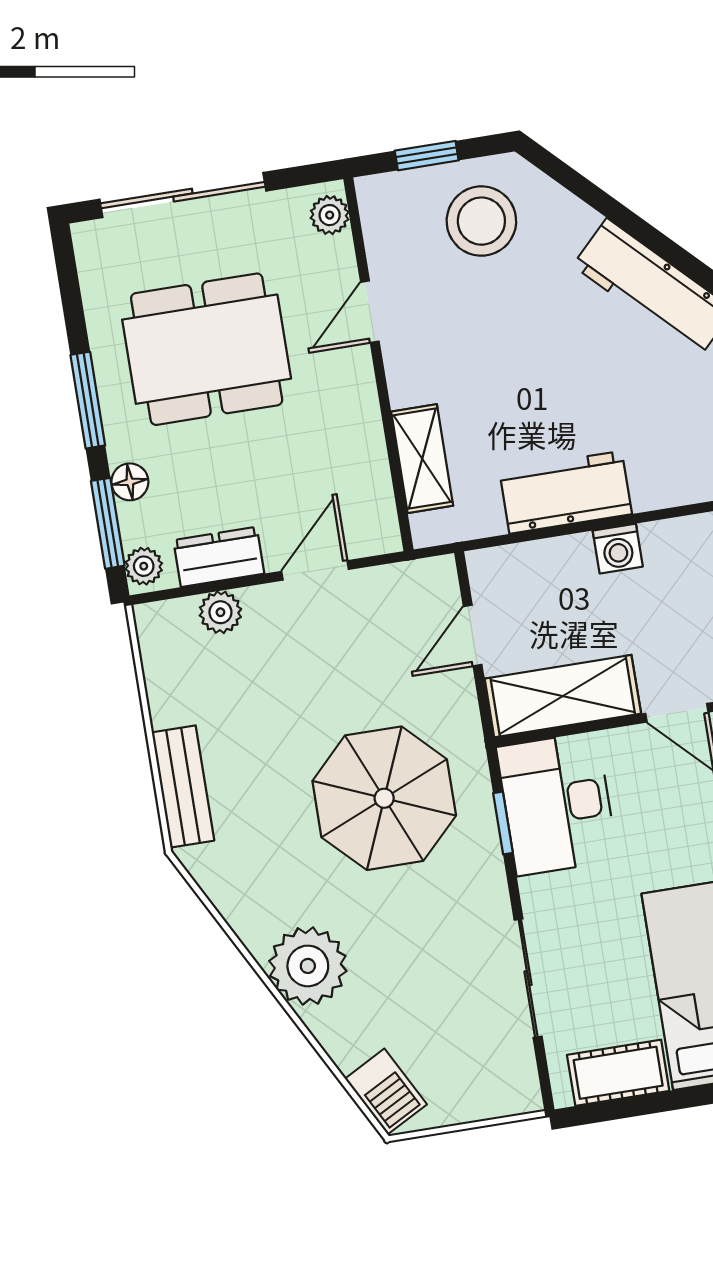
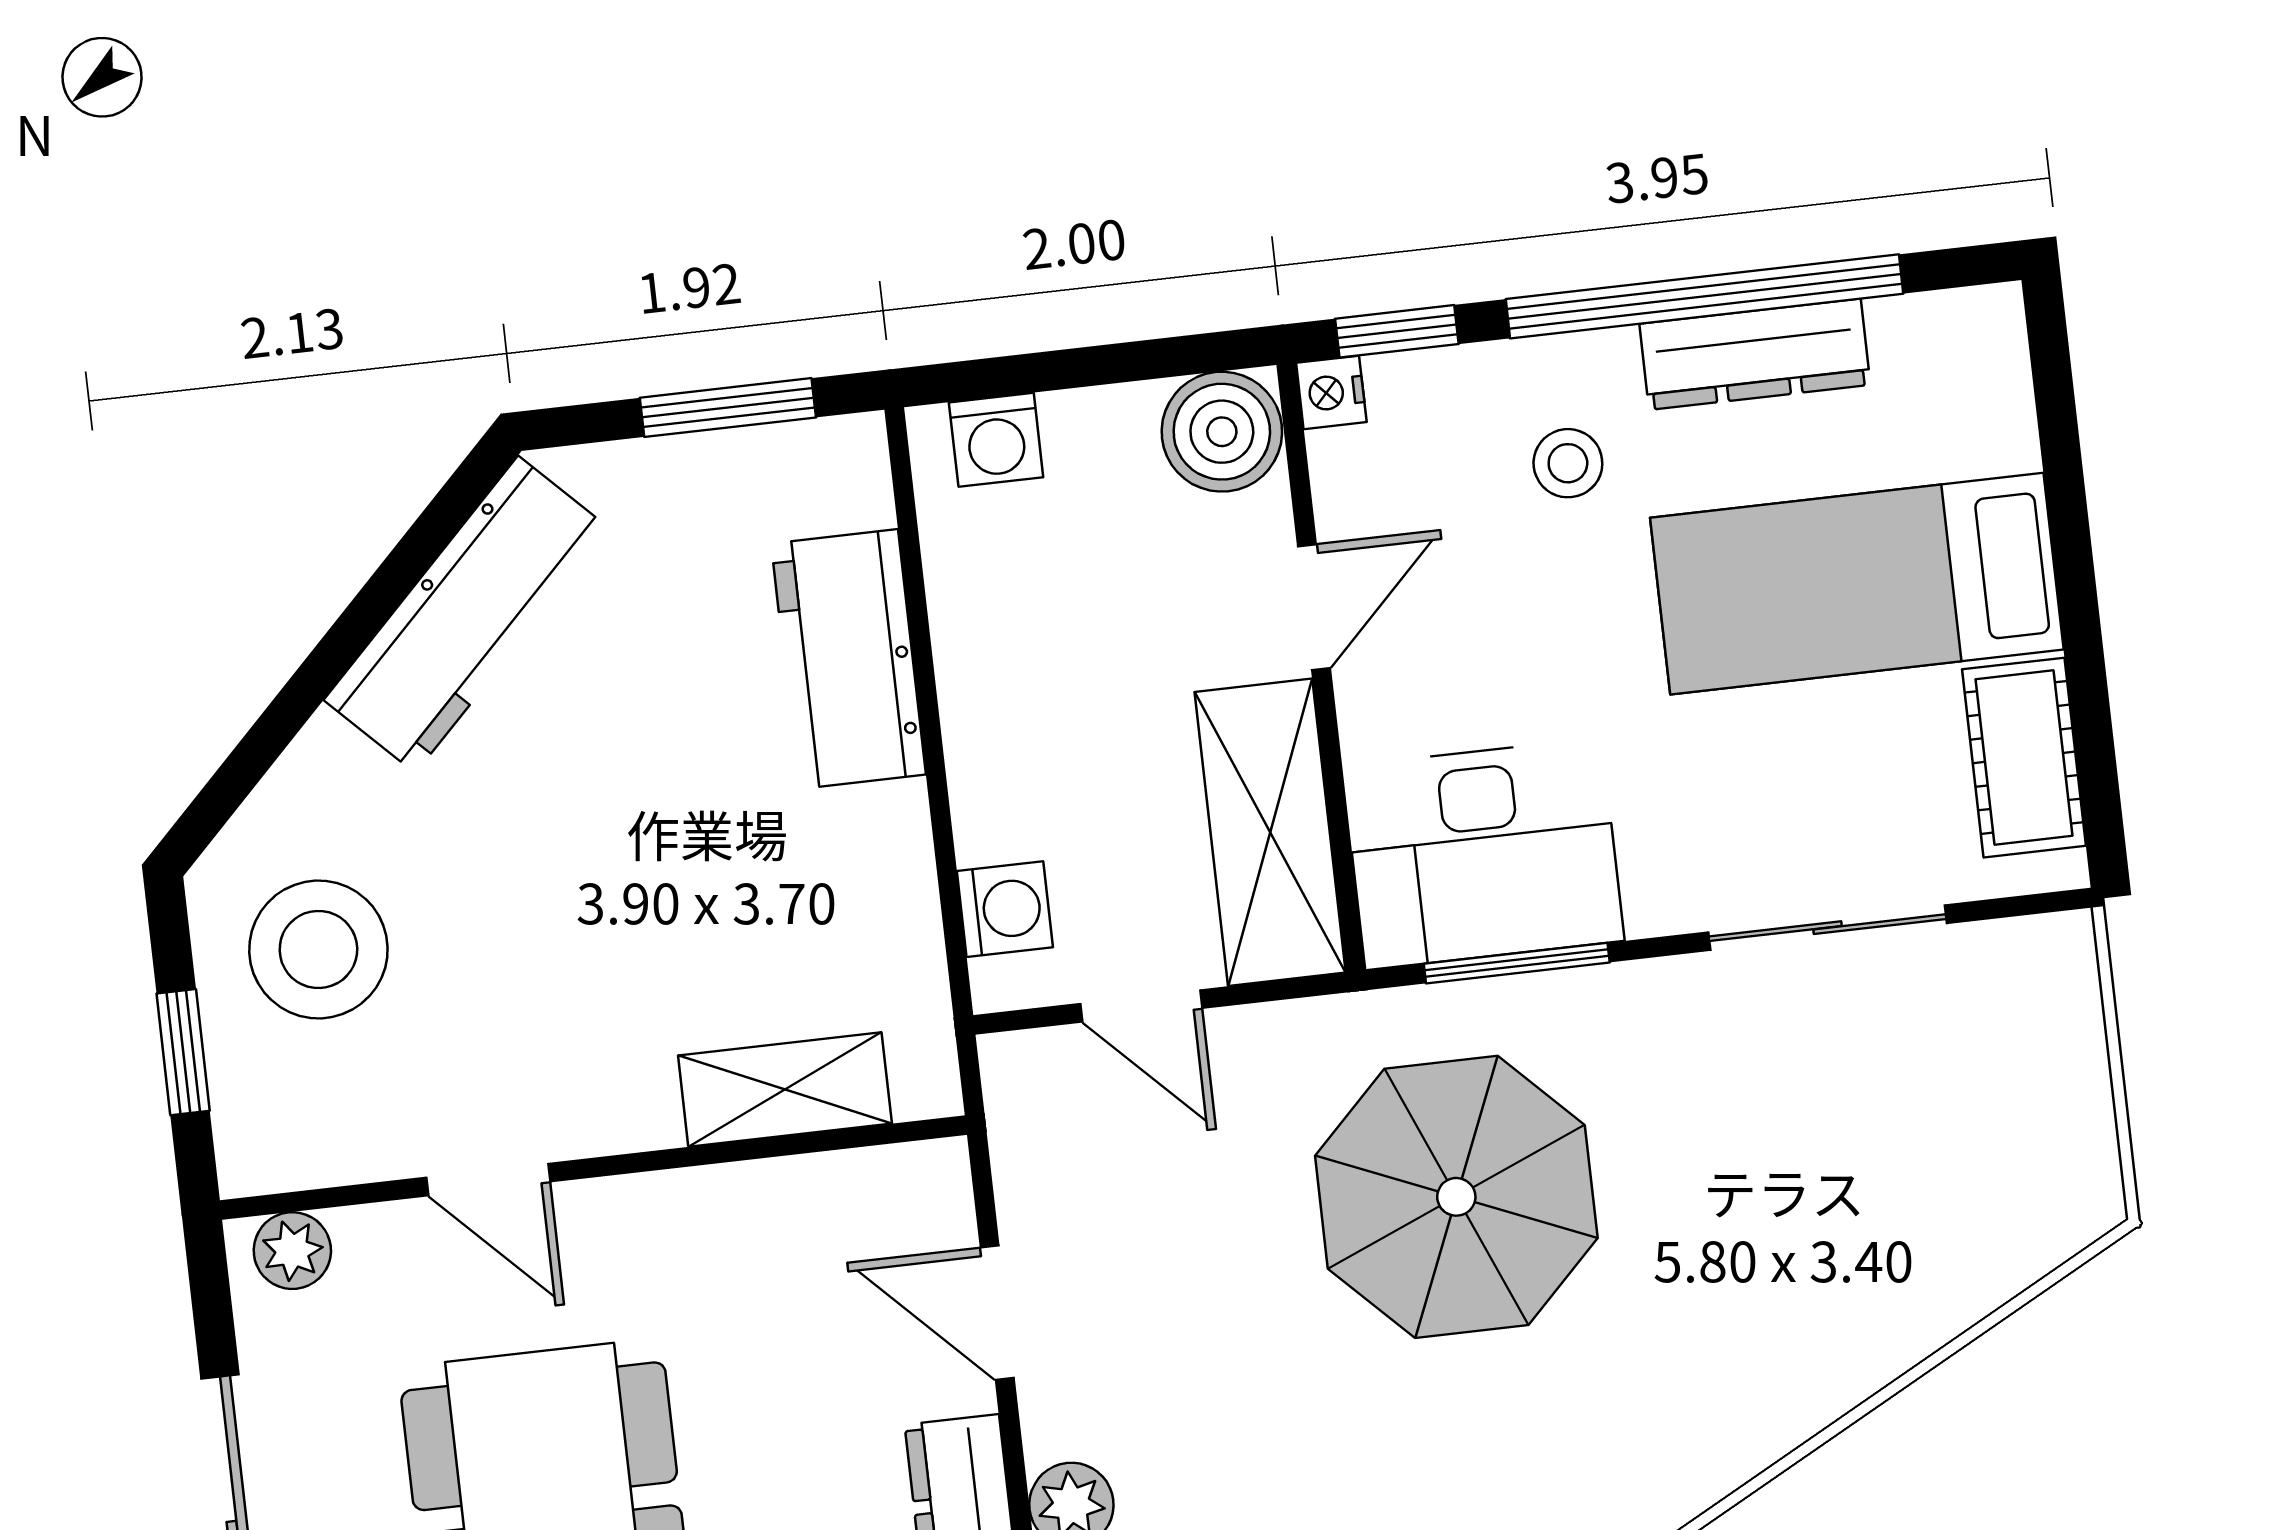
workbench: (566, 492) -> (849, 659), moved
washing machine: (618, 549) -> (1005, 909), moved
window: (503, 823) -> (1517, 963), width x1.50
plant: (308, 966) -> (1783, 1364), removed
barbecue: (386, 1092) -> (2039, 1221), removed

